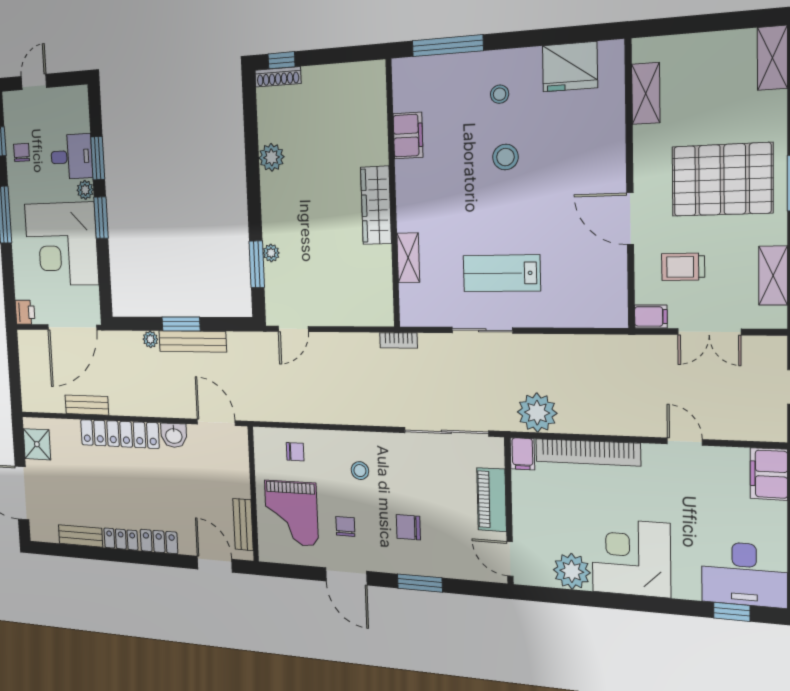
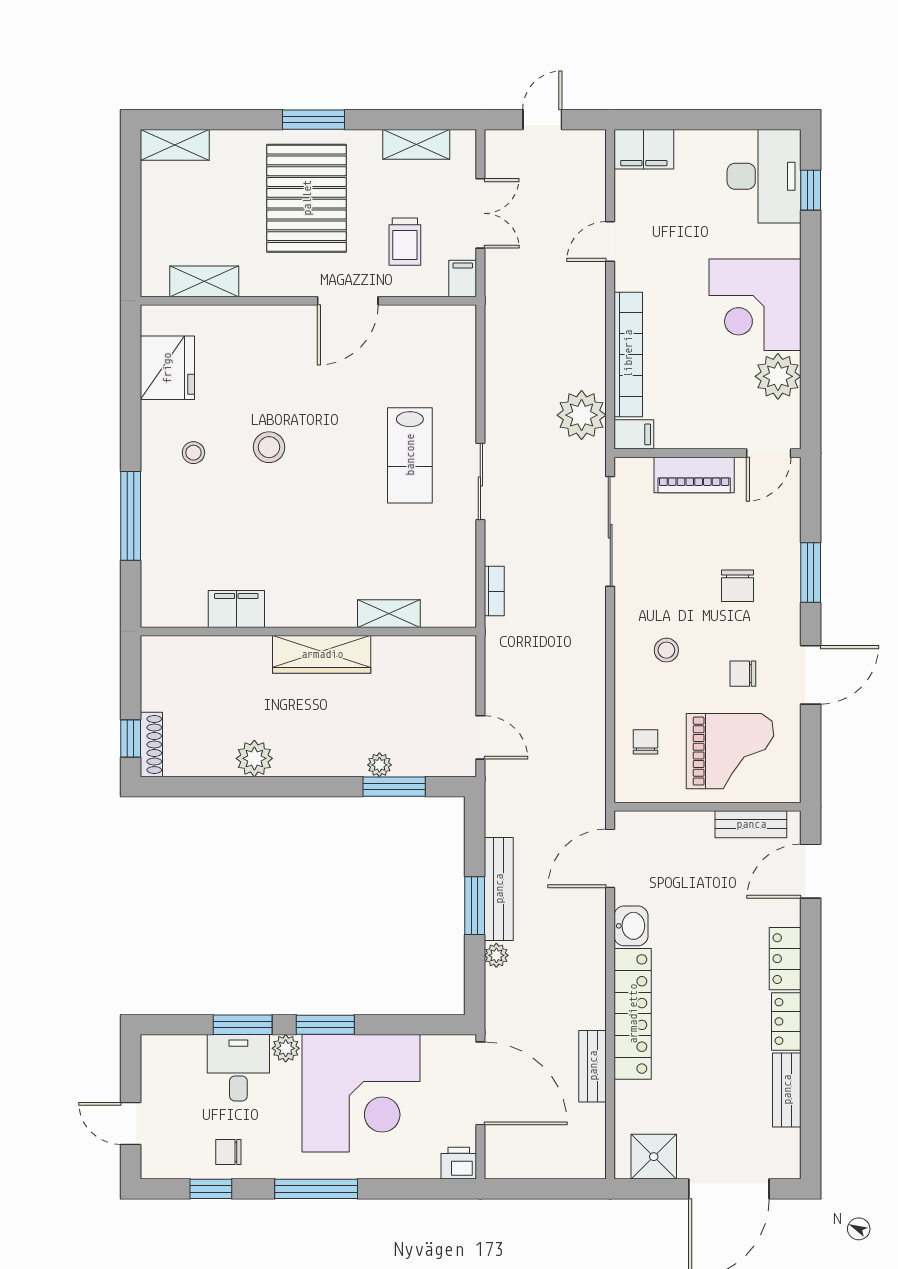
filing cabinet: (408, 135) -> (236, 609), moved
wall: (393, 194) -> (308, 632), moved
wardrobe: (376, 205) -> (322, 654), moved
shelving: (408, 258) -> (389, 614), moved

